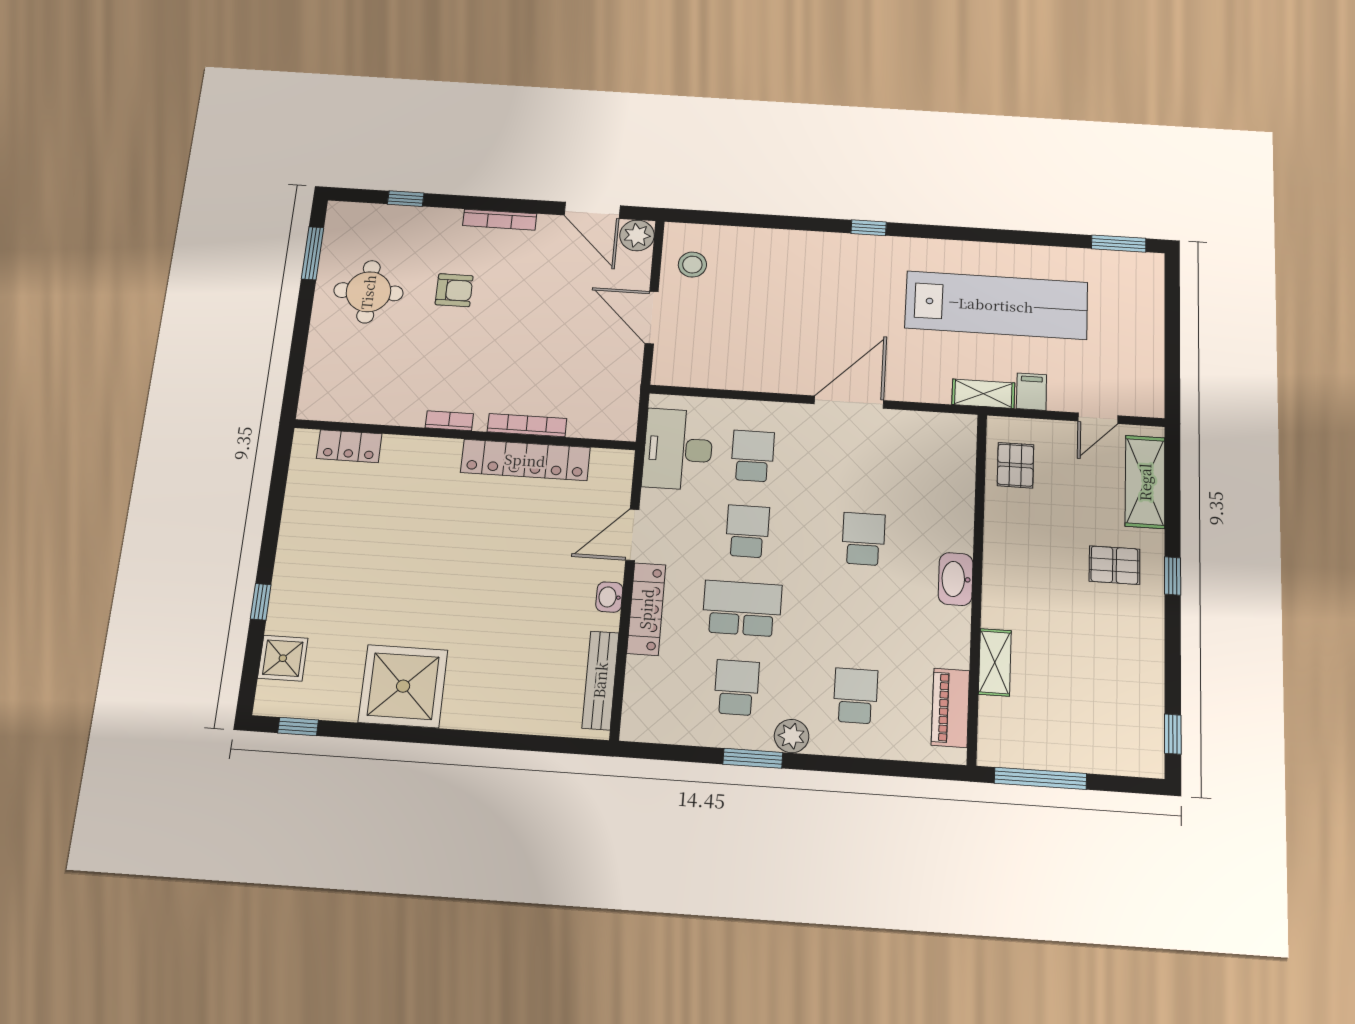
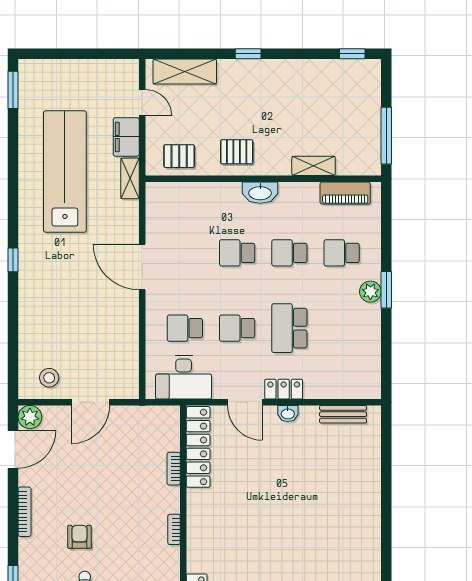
filing cabinet: (1031, 392) -> (126, 137), width x2.00
bookcase: (527, 425) -> (174, 469), width x0.64
locker: (525, 460) -> (198, 447), moved
pallet: (1114, 565) -> (237, 152), moved, turned 90
locker: (646, 609) -> (284, 389), width x0.66
bench: (600, 680) -> (343, 414), width x0.73
shower: (403, 686) -> (356, 538), removed
school desk: (736, 688) -> (289, 253), moved
window: (753, 758) -> (386, 290), moved

